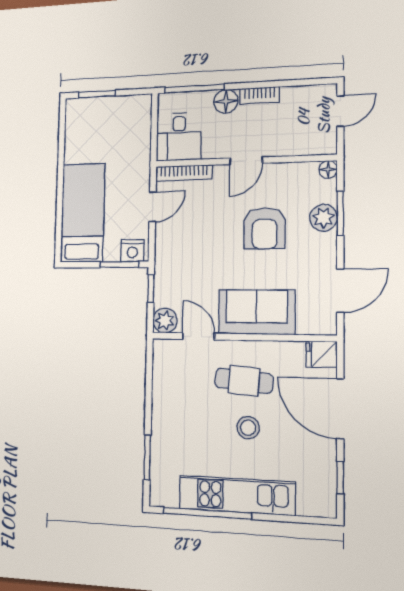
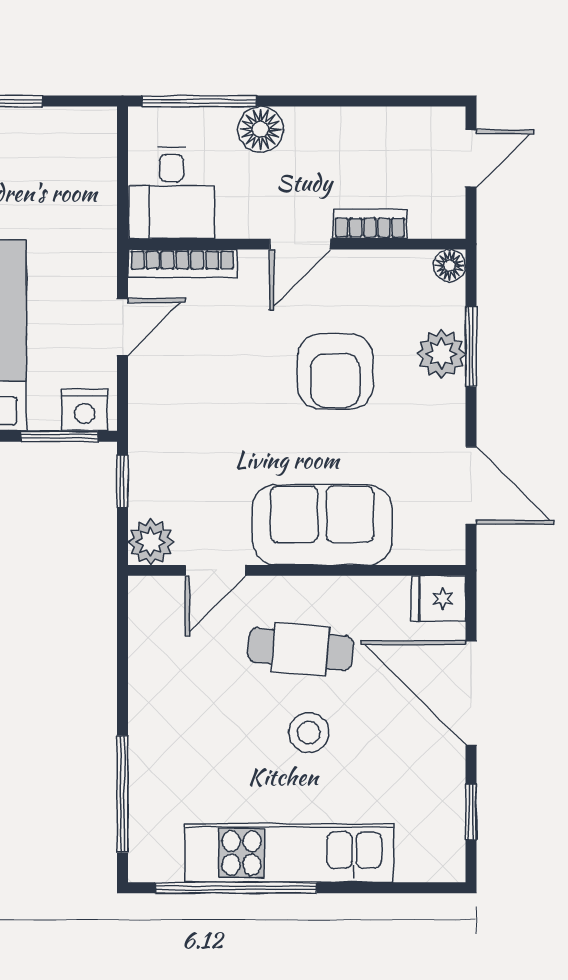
bookcase: (260, 95) -> (370, 224), moved, turned 180
door: (340, 291) -> (471, 485), hinge flipped
door: (199, 336) -> (215, 570), swing flipped
window: (147, 457) -> (122, 794), width x1.44

